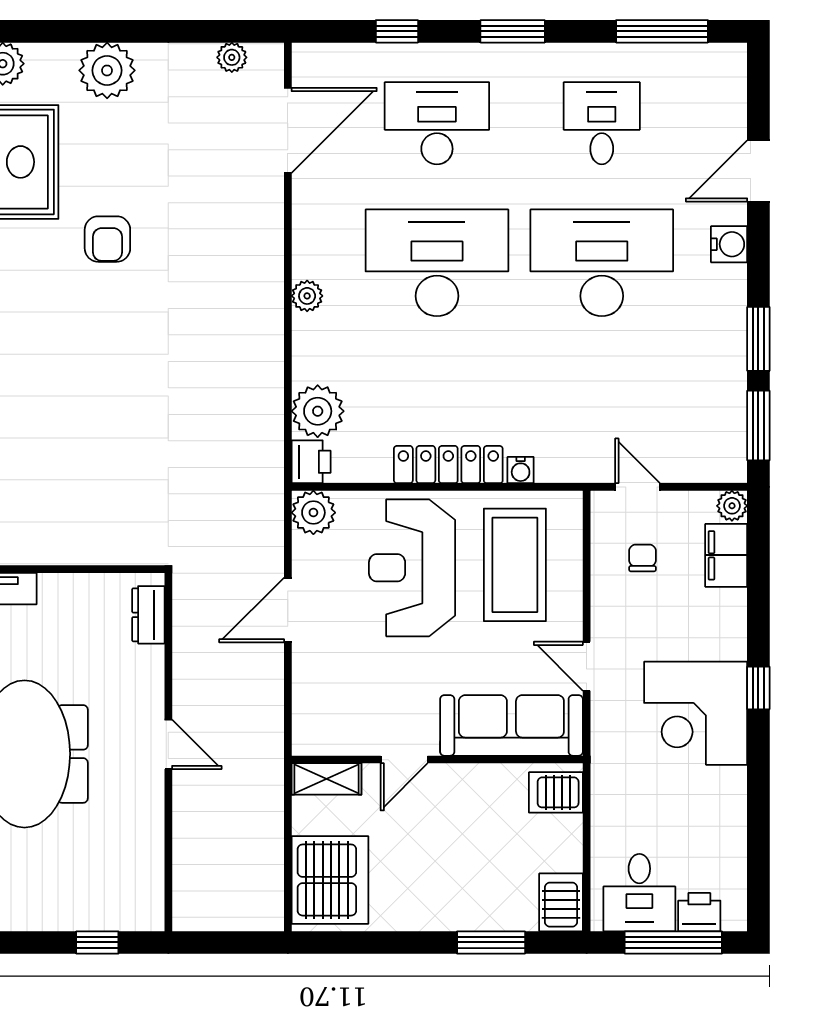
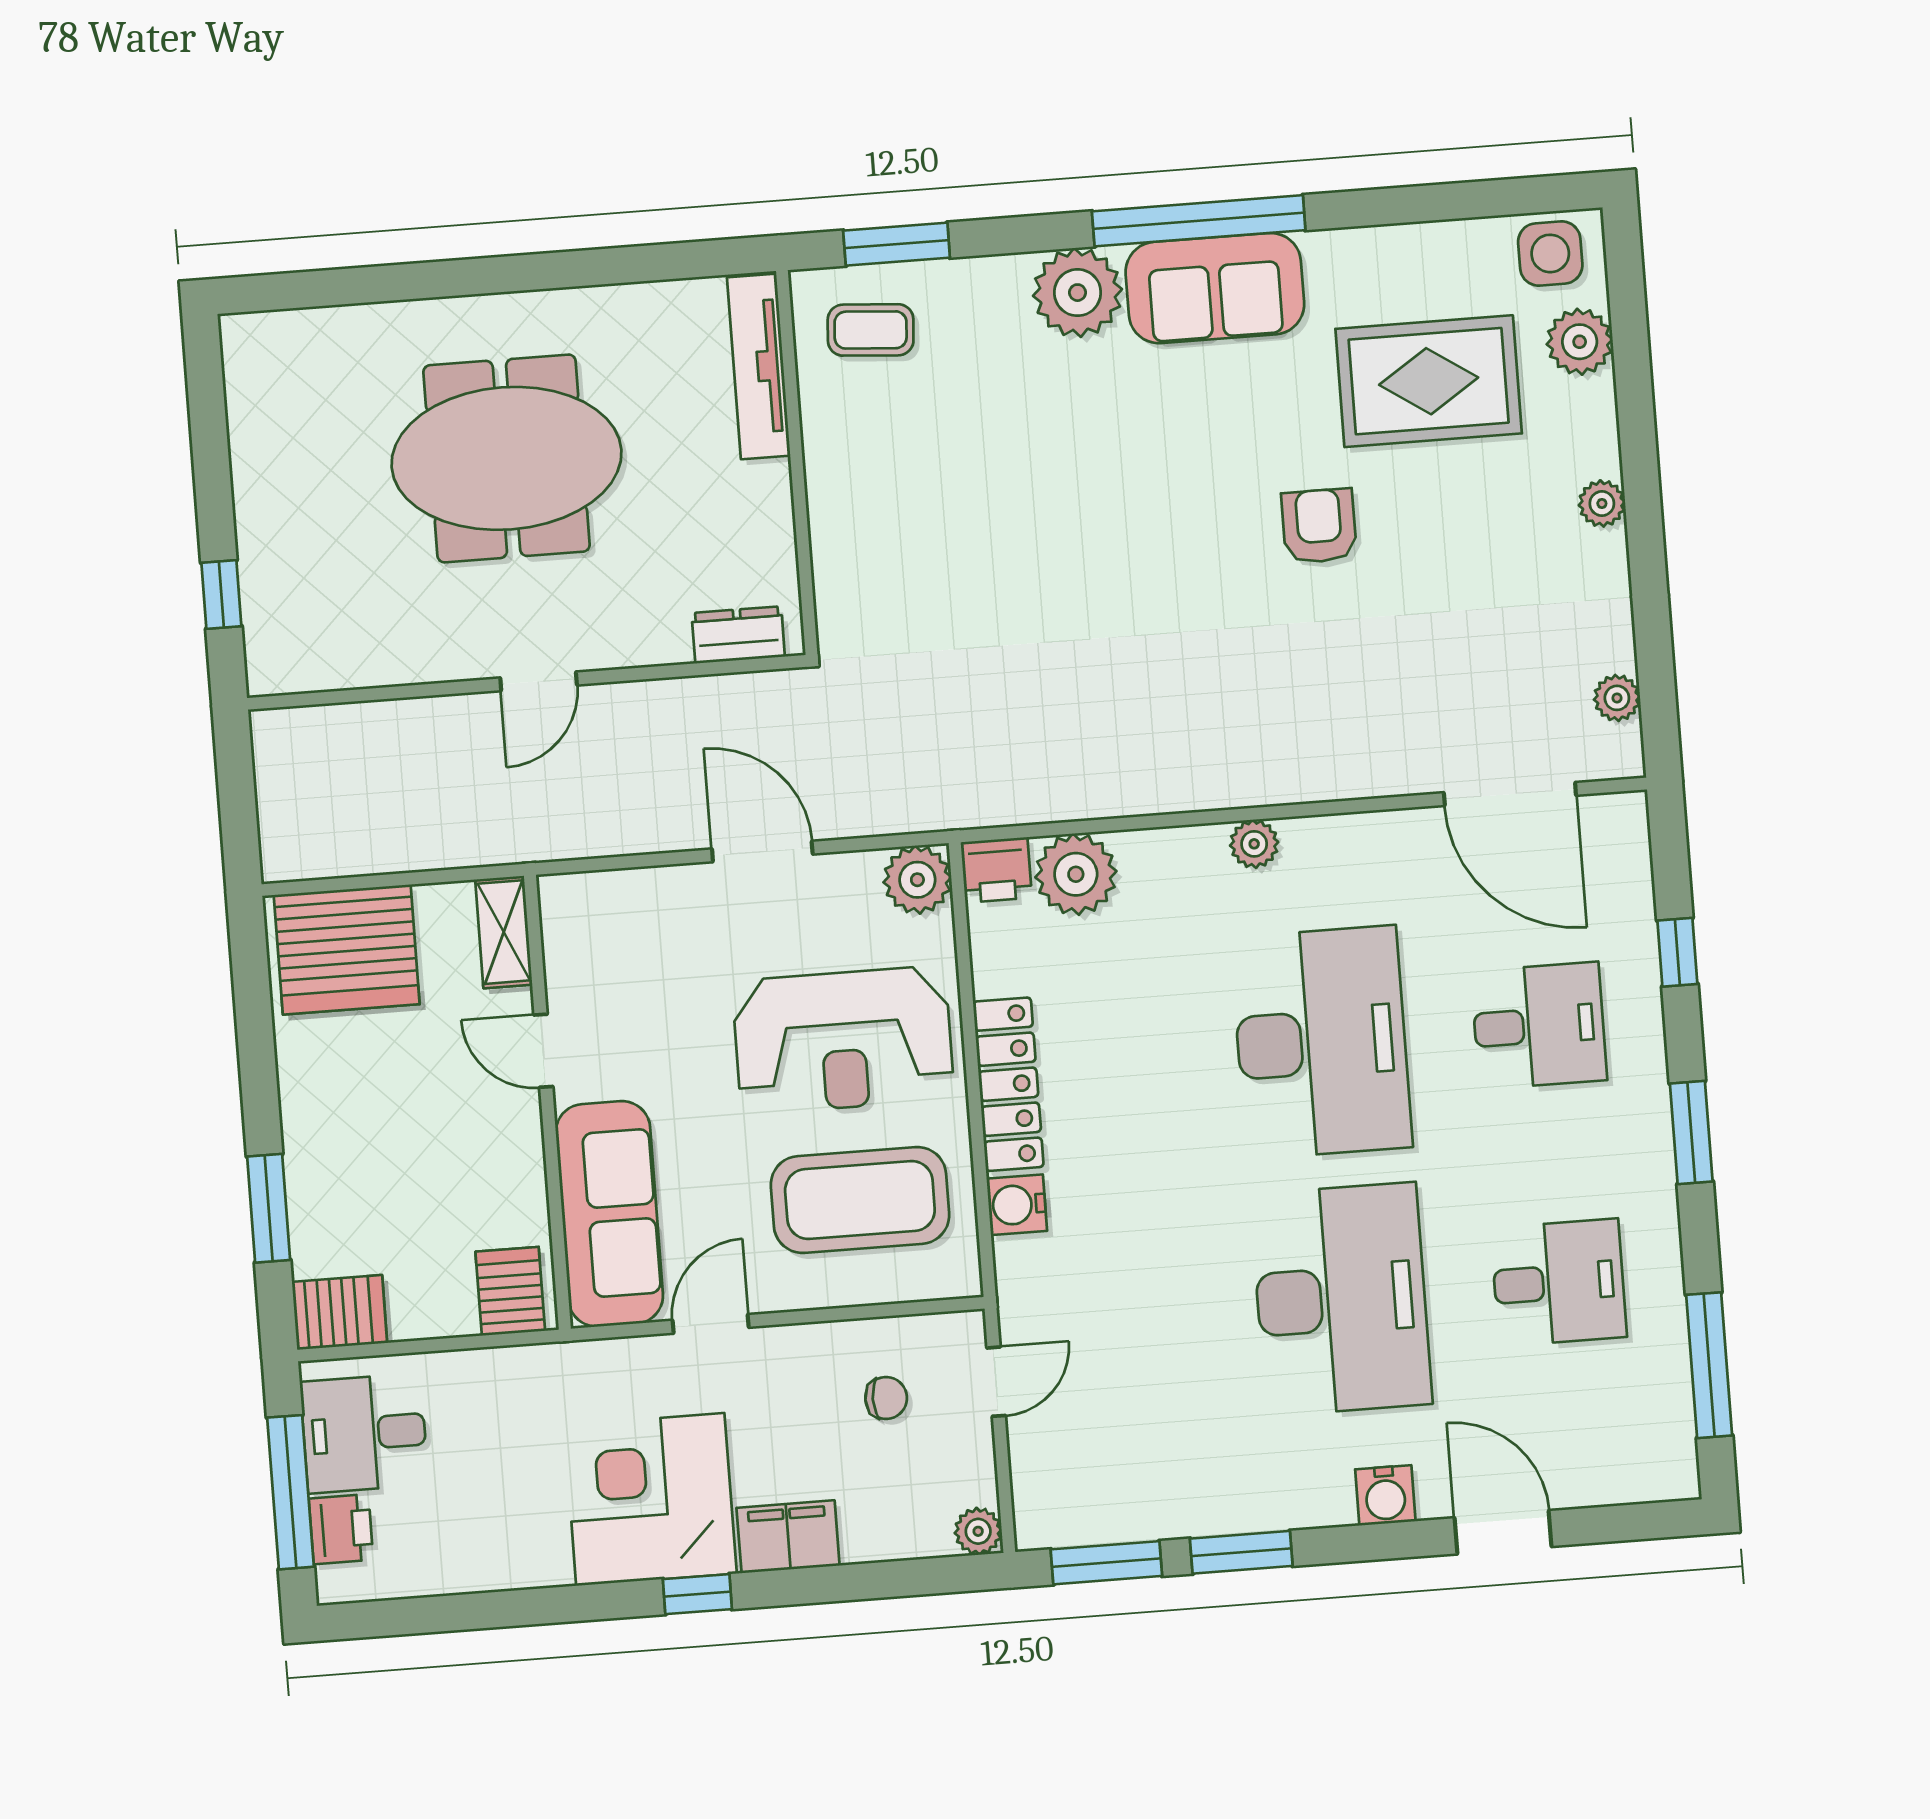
plant: (107, 70) -> (1602, 503), width x0.53, depth x0.53
desk: (437, 123) -> (1539, 1026), width x0.73
armchair: (107, 239) -> (1319, 526), turned 90
water cooler: (521, 470) -> (1017, 1205), width x1.38, depth x1.38
filing cabinet: (726, 555) -> (788, 1537), moved
reception desk: (412, 568) -> (843, 1040), turned 180

